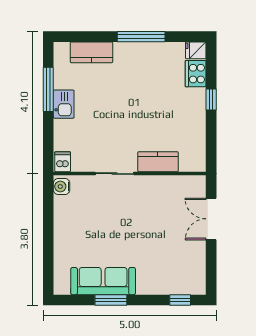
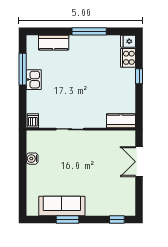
kitchen counter: (158, 162) -> (121, 121), moved
water cooler: (62, 187) -> (32, 159), moved

